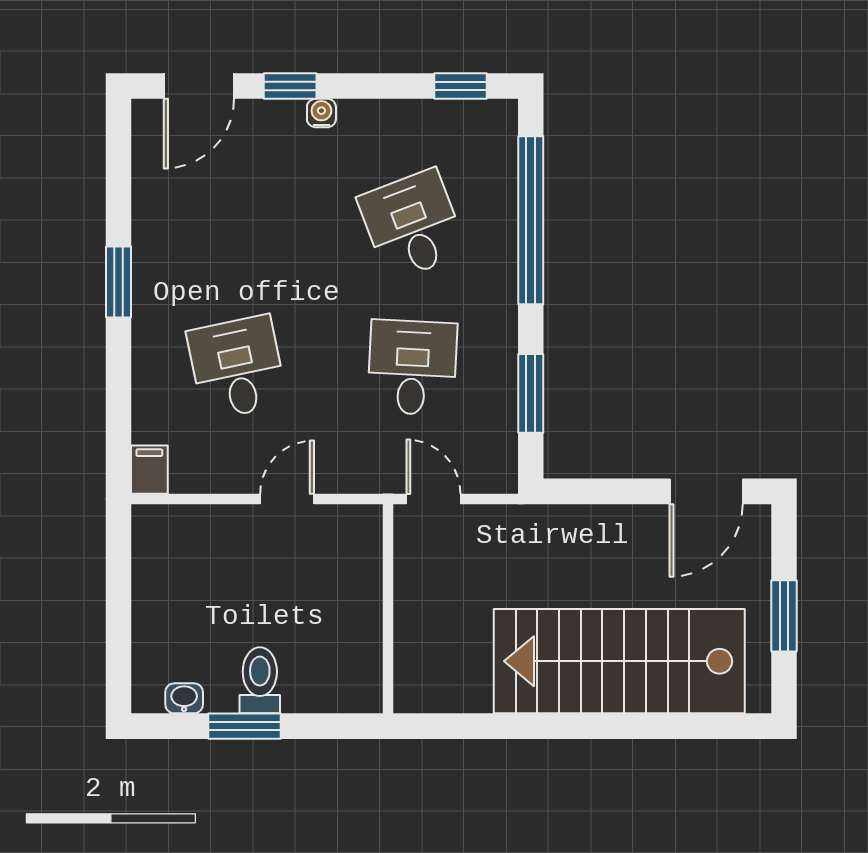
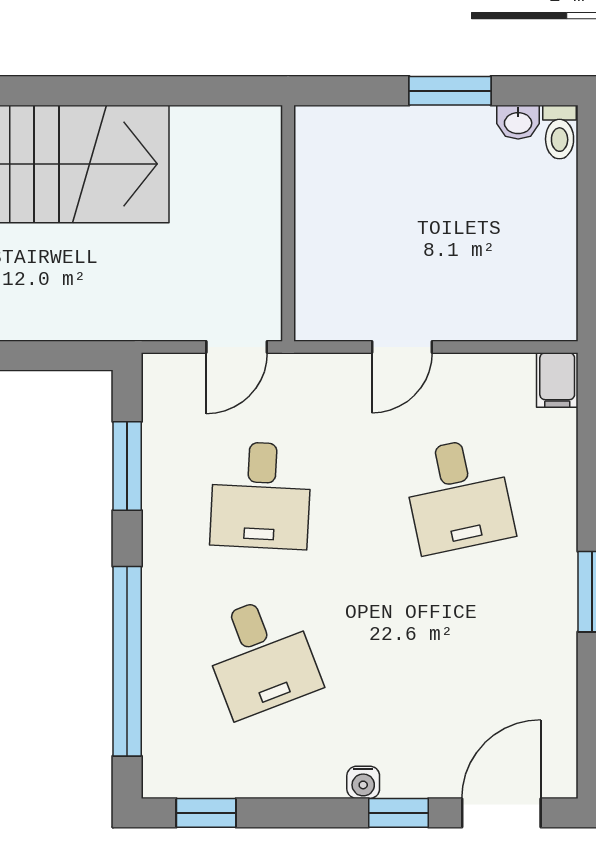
door: (434, 499) -> (237, 347), hinge flipped
toilet: (260, 680) -> (560, 132), moved, width x0.73, depth x0.72

